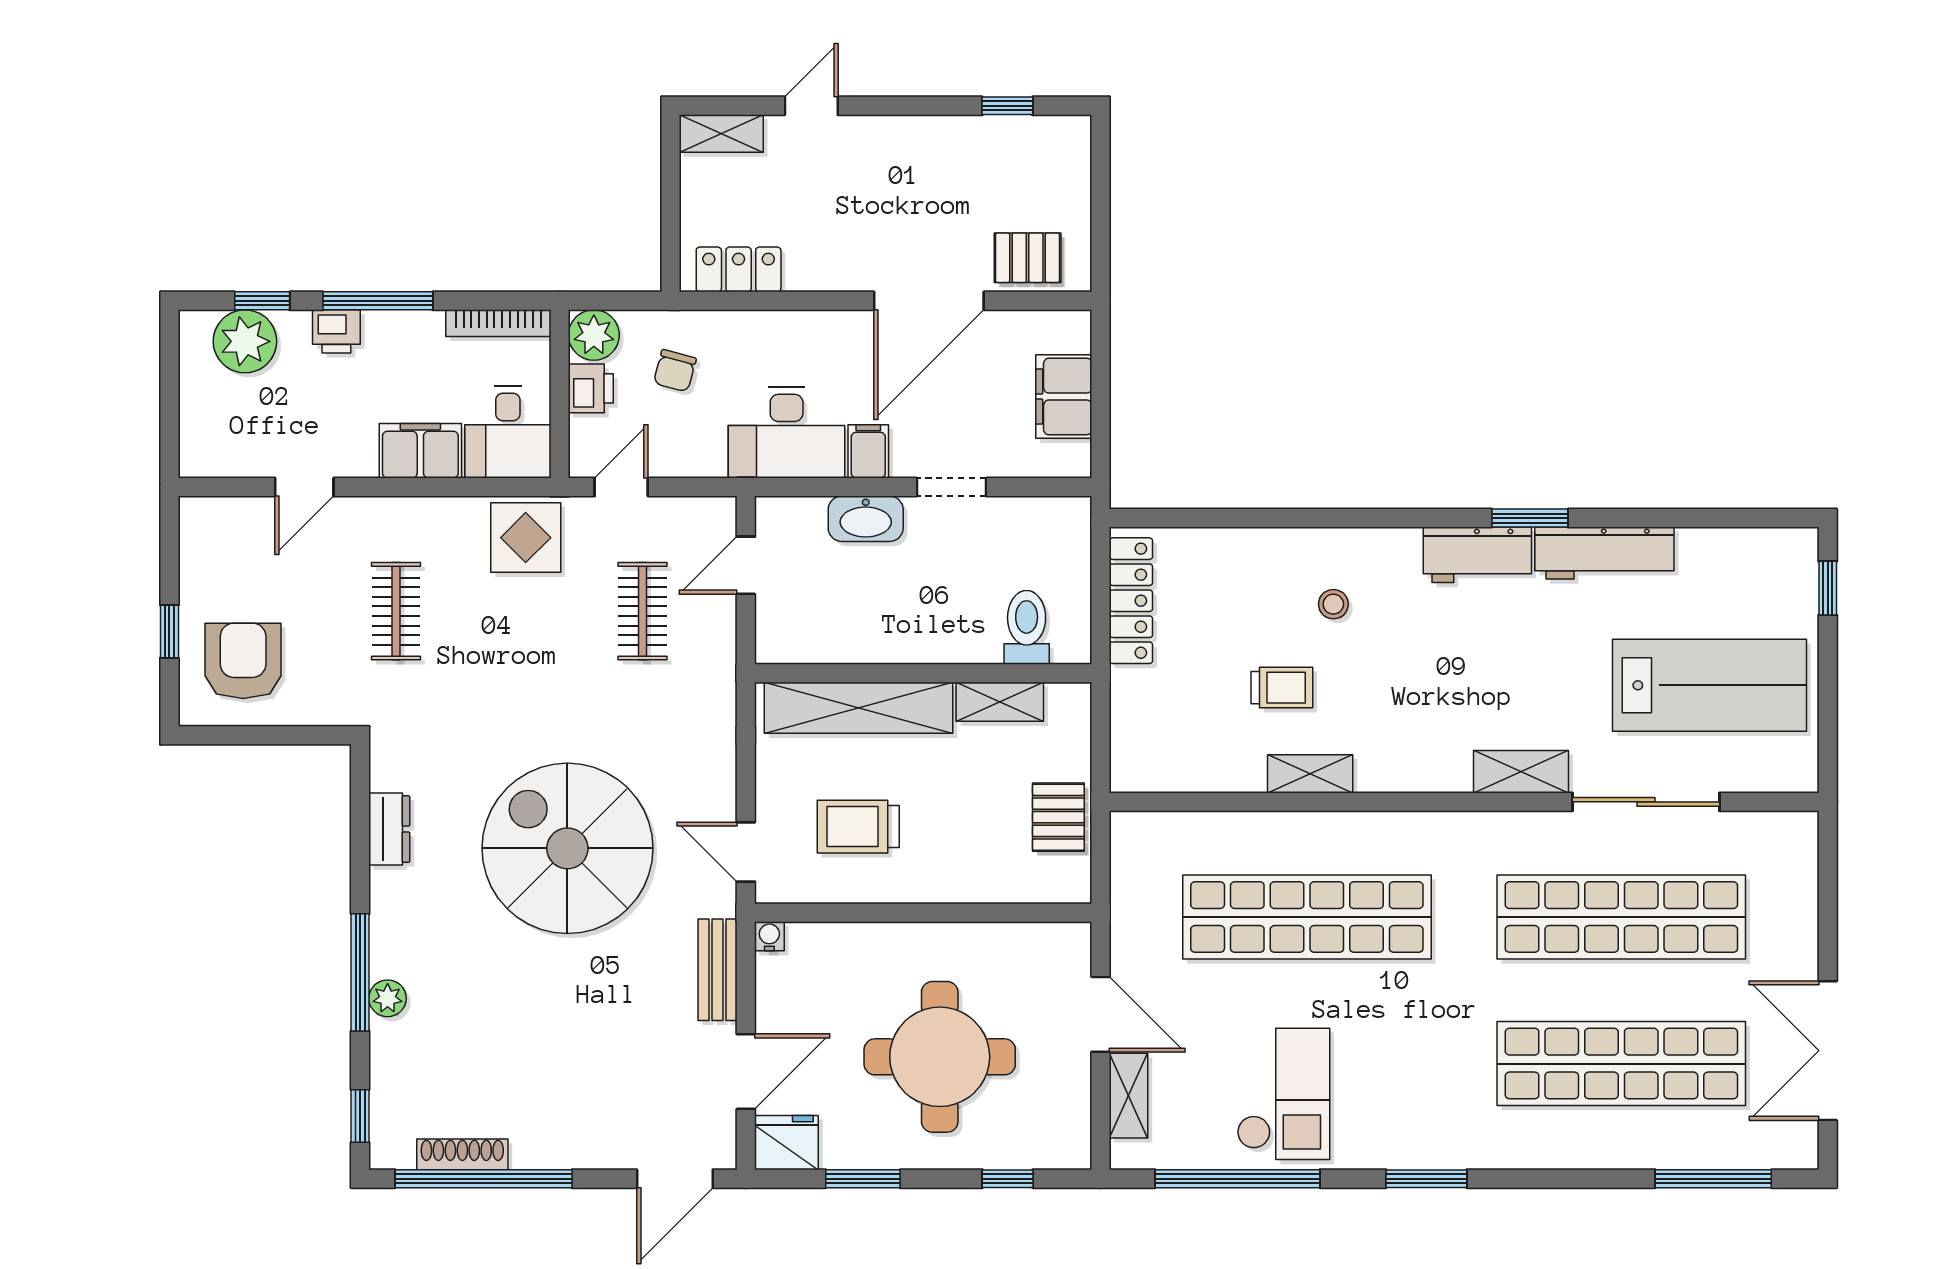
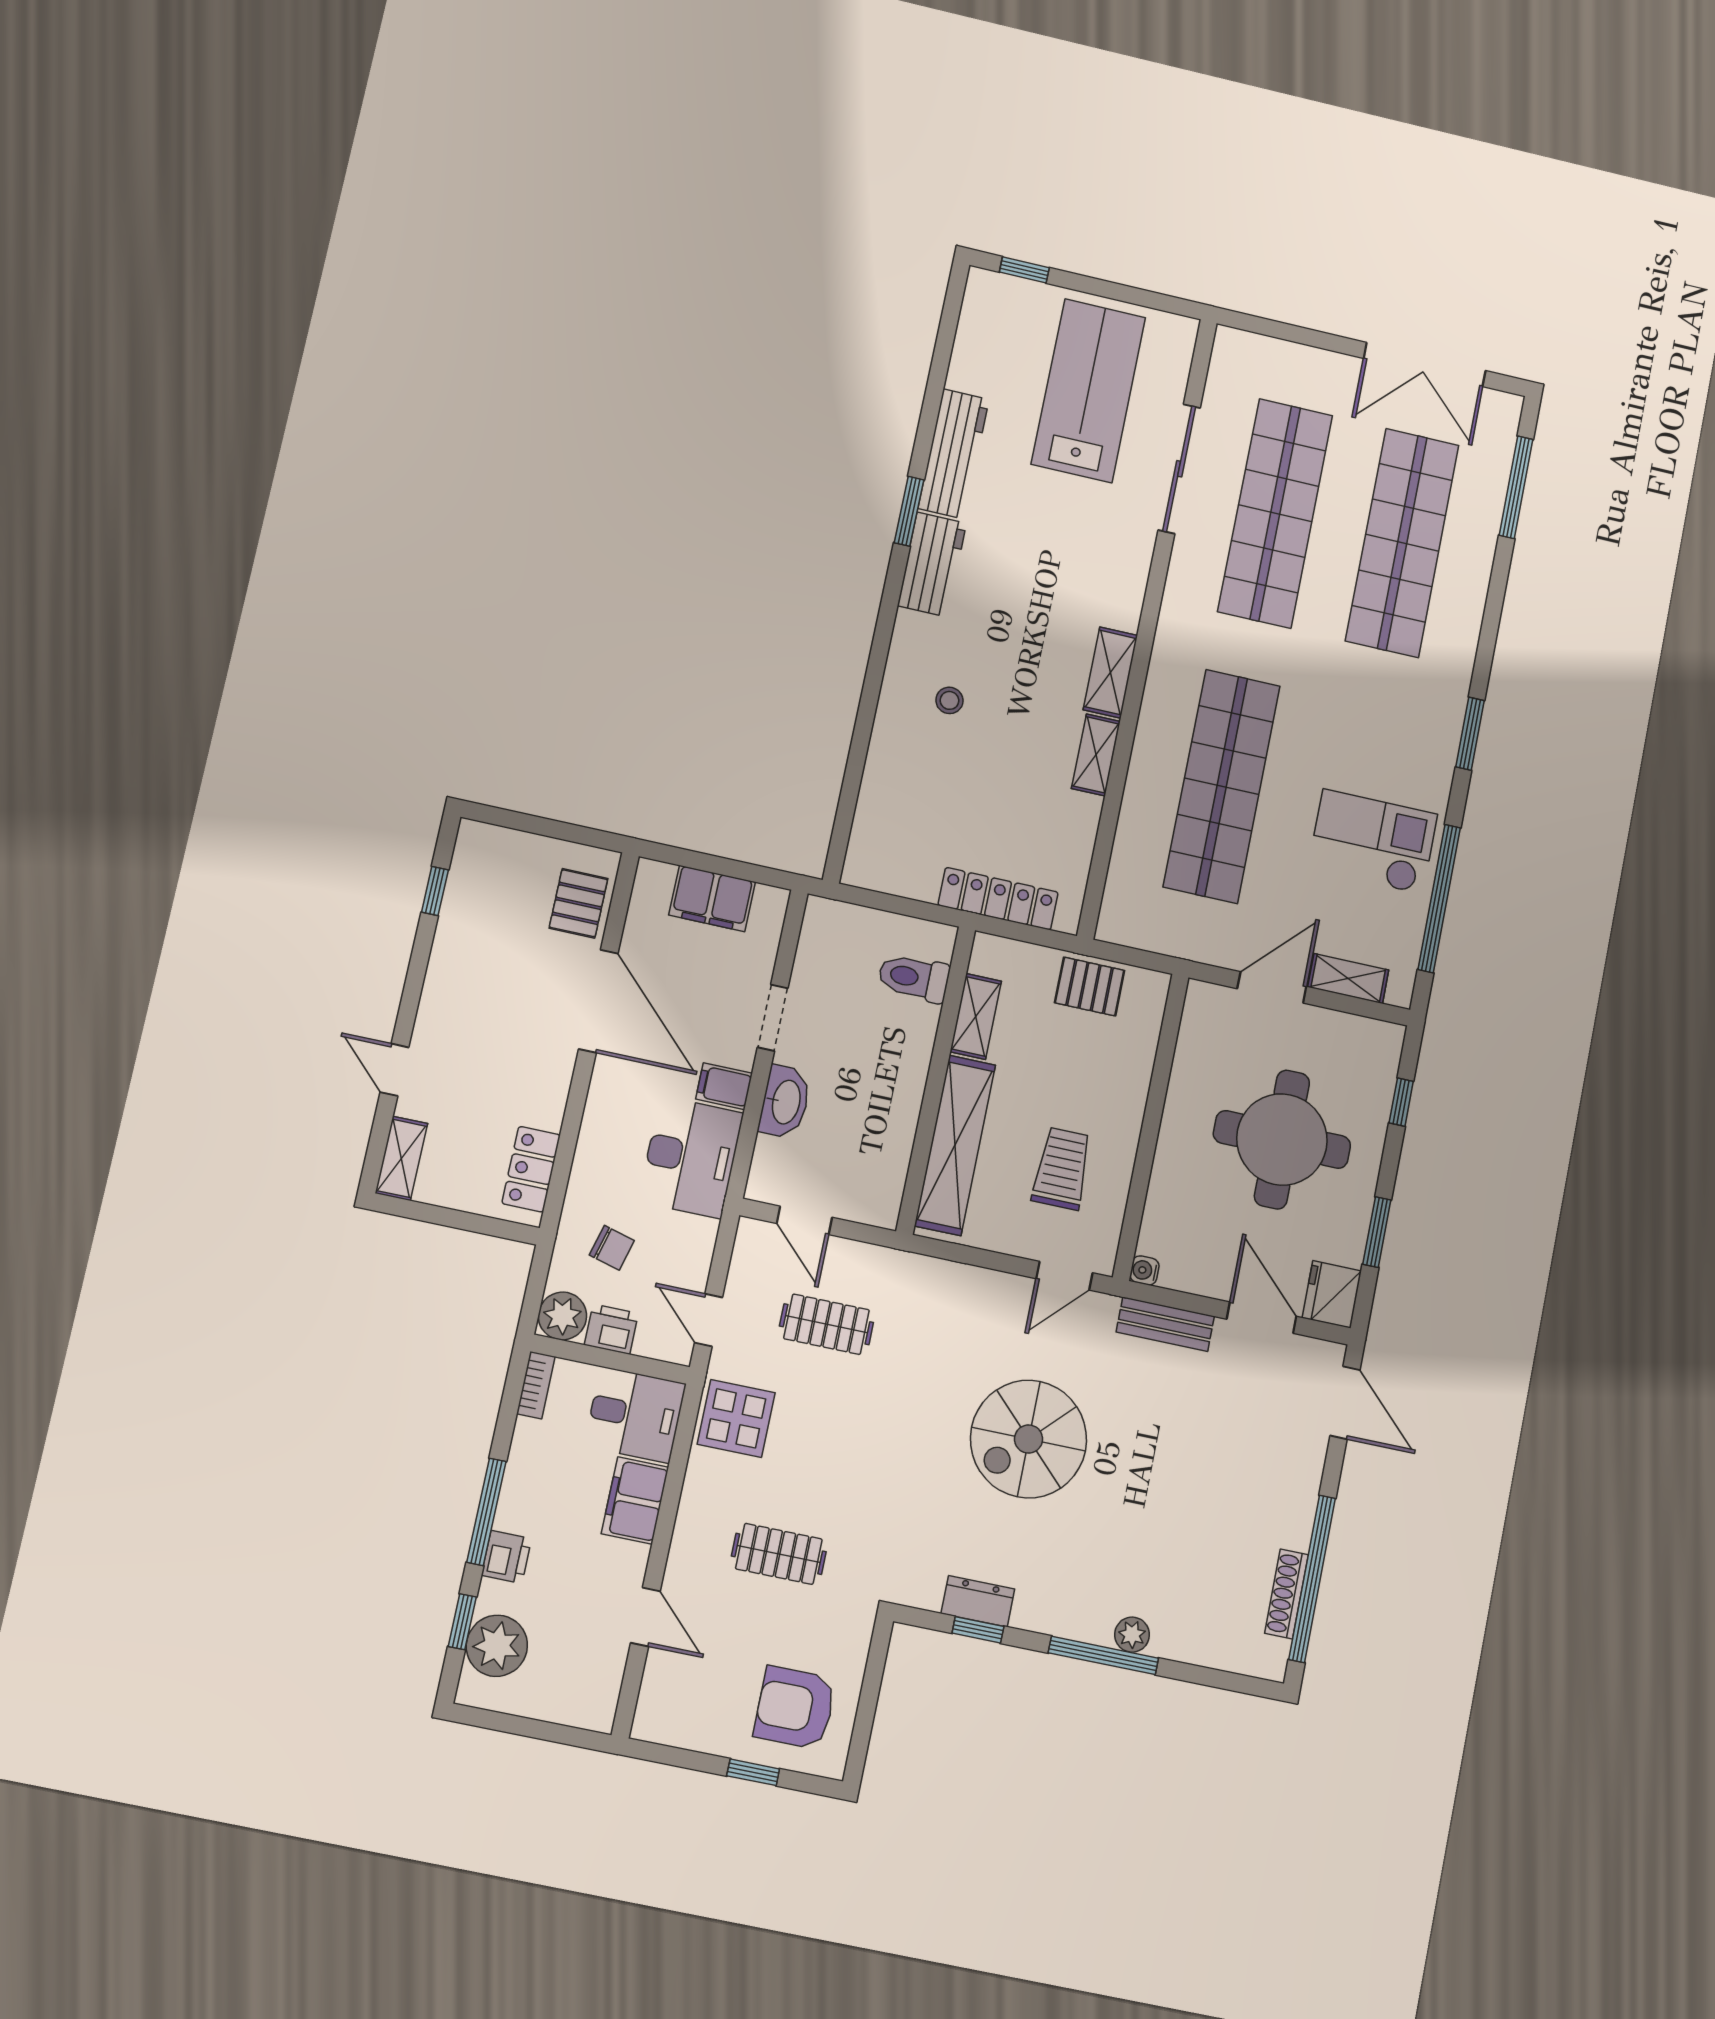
bookcase: (498, 323) -> (536, 1385), width x0.64
locker: (1131, 601) -> (998, 899), moved
trolley: (1282, 688) -> (1014, 763), removed
shelving: (1521, 772) -> (1110, 673), moved
trolley: (858, 827) -> (1062, 1169), turned 180
spiral stairs: (567, 848) -> (1029, 1439), width x0.73, depth x0.73
window: (360, 1116) -> (978, 1630), moved

